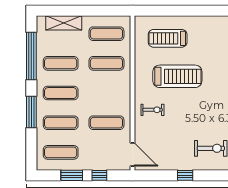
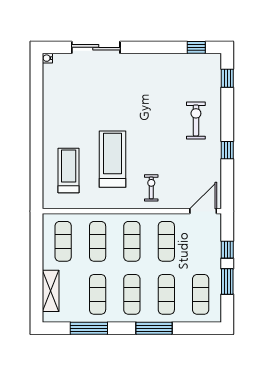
treadmill: (168, 38) -> (69, 170), turned 180
window: (31, 56) -> (89, 328), width x0.68
exercise mat: (106, 93) -> (132, 241), added

